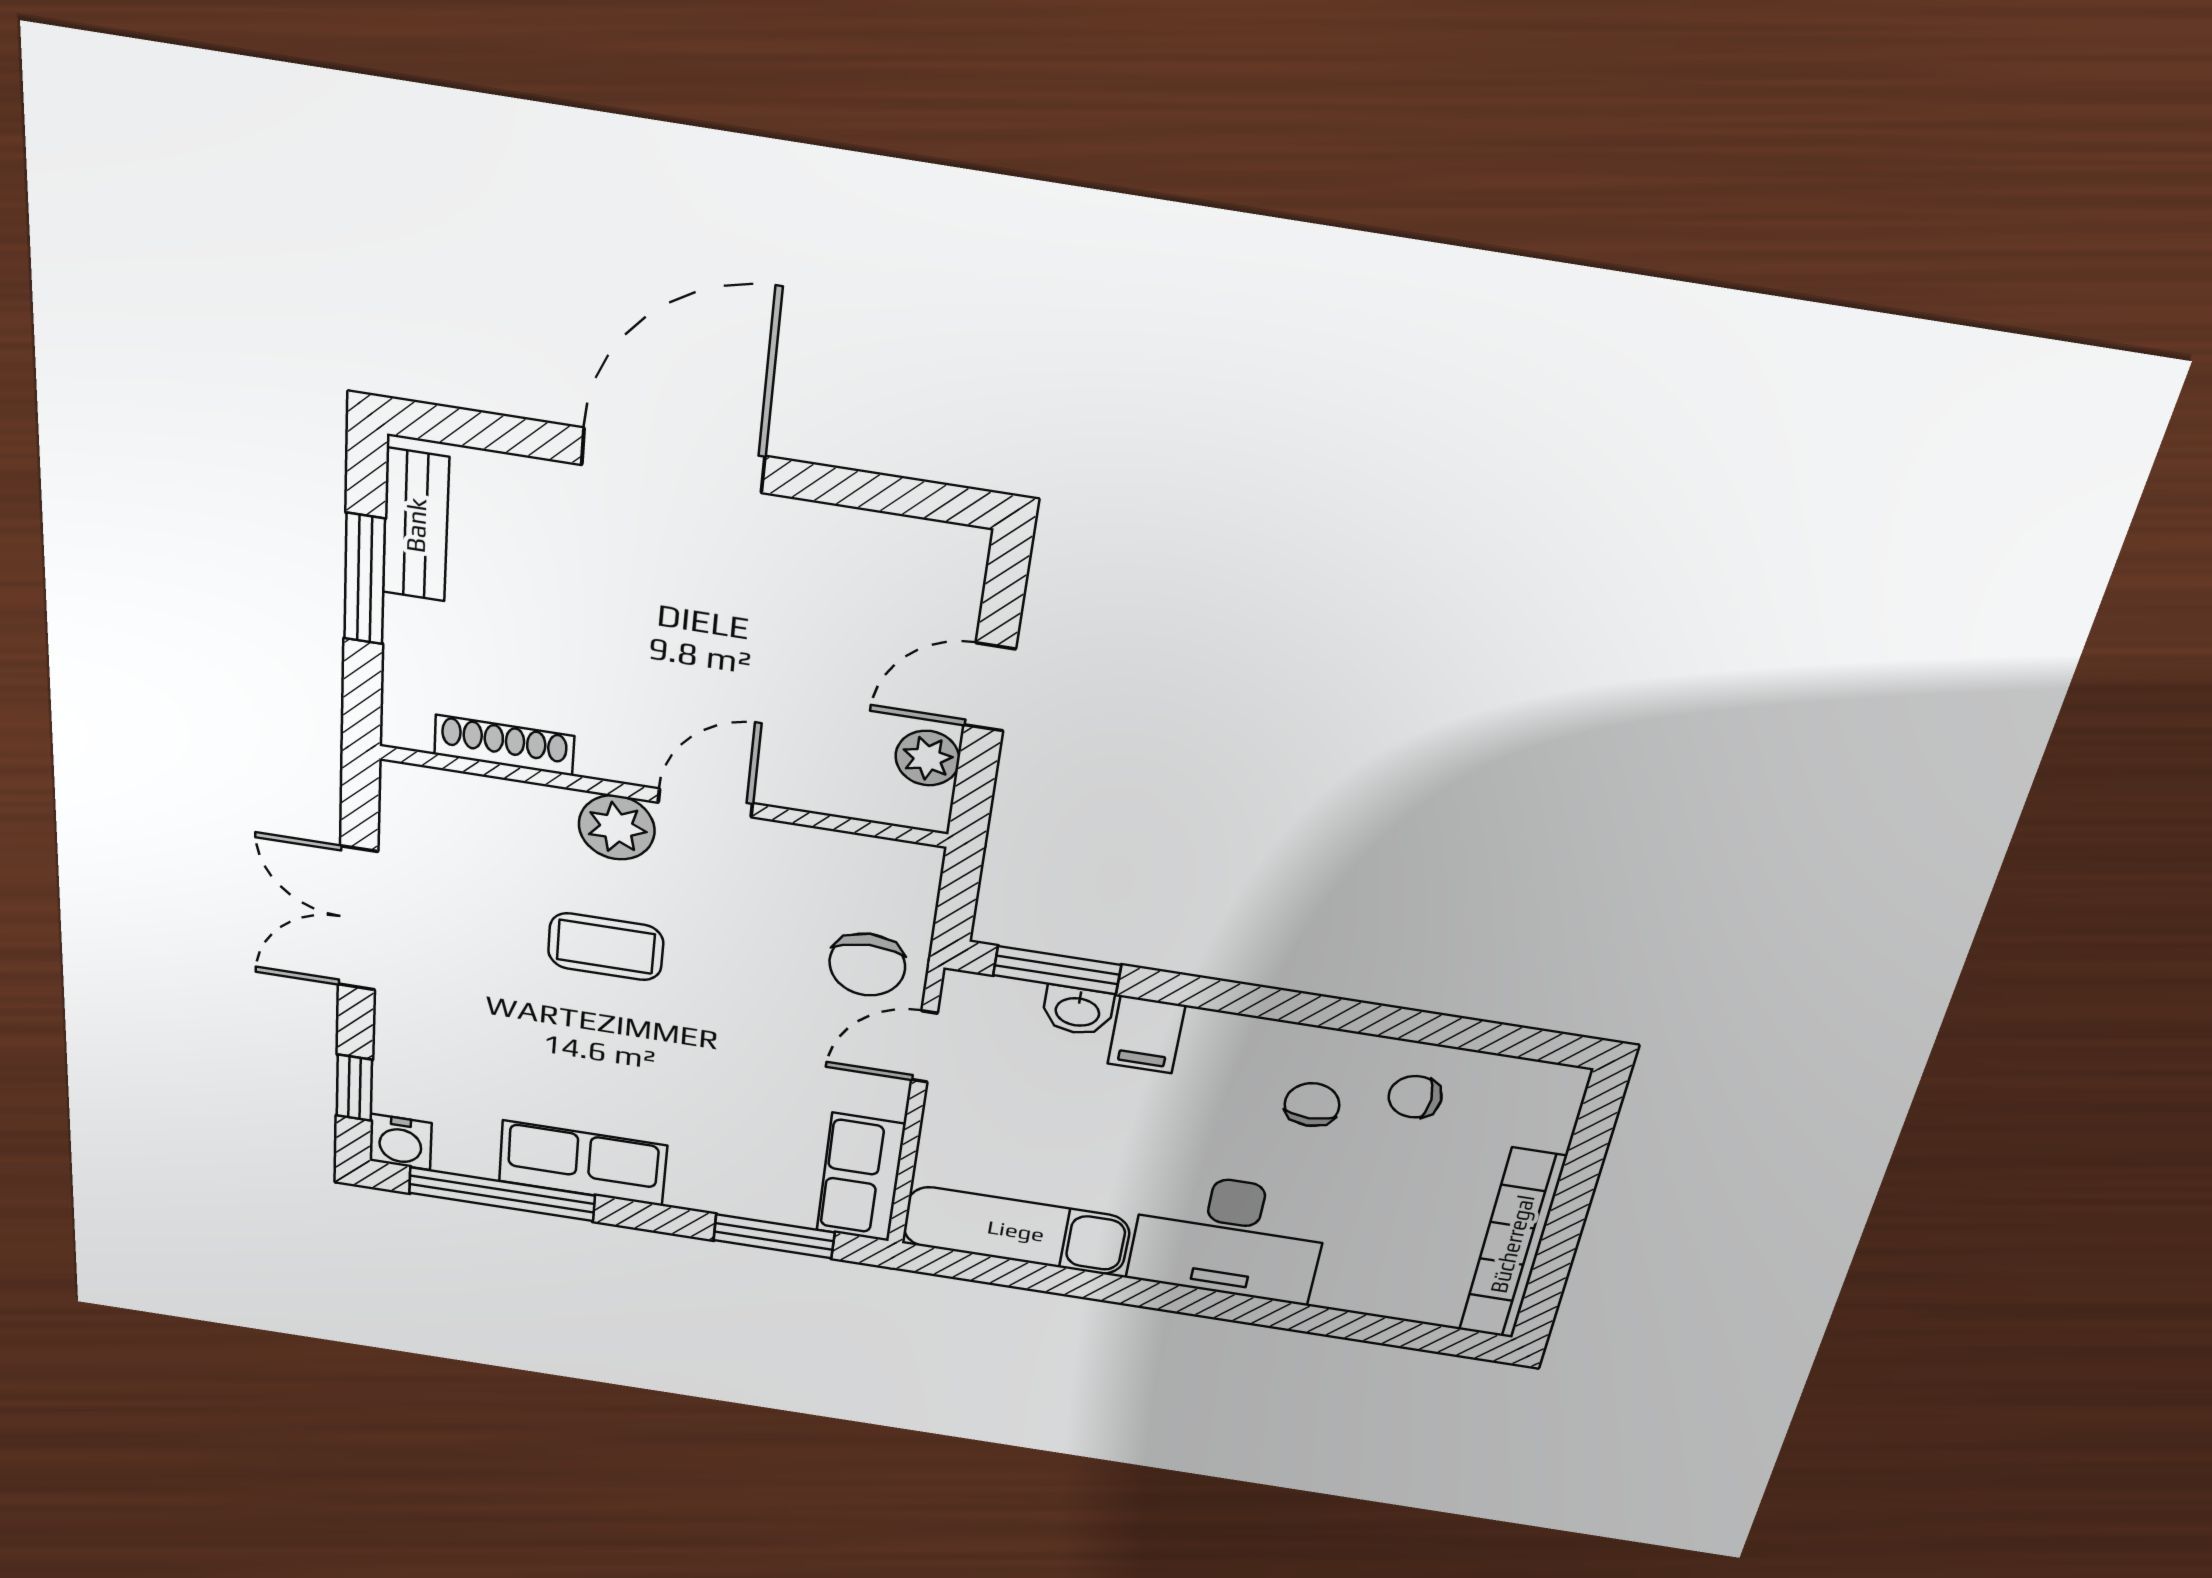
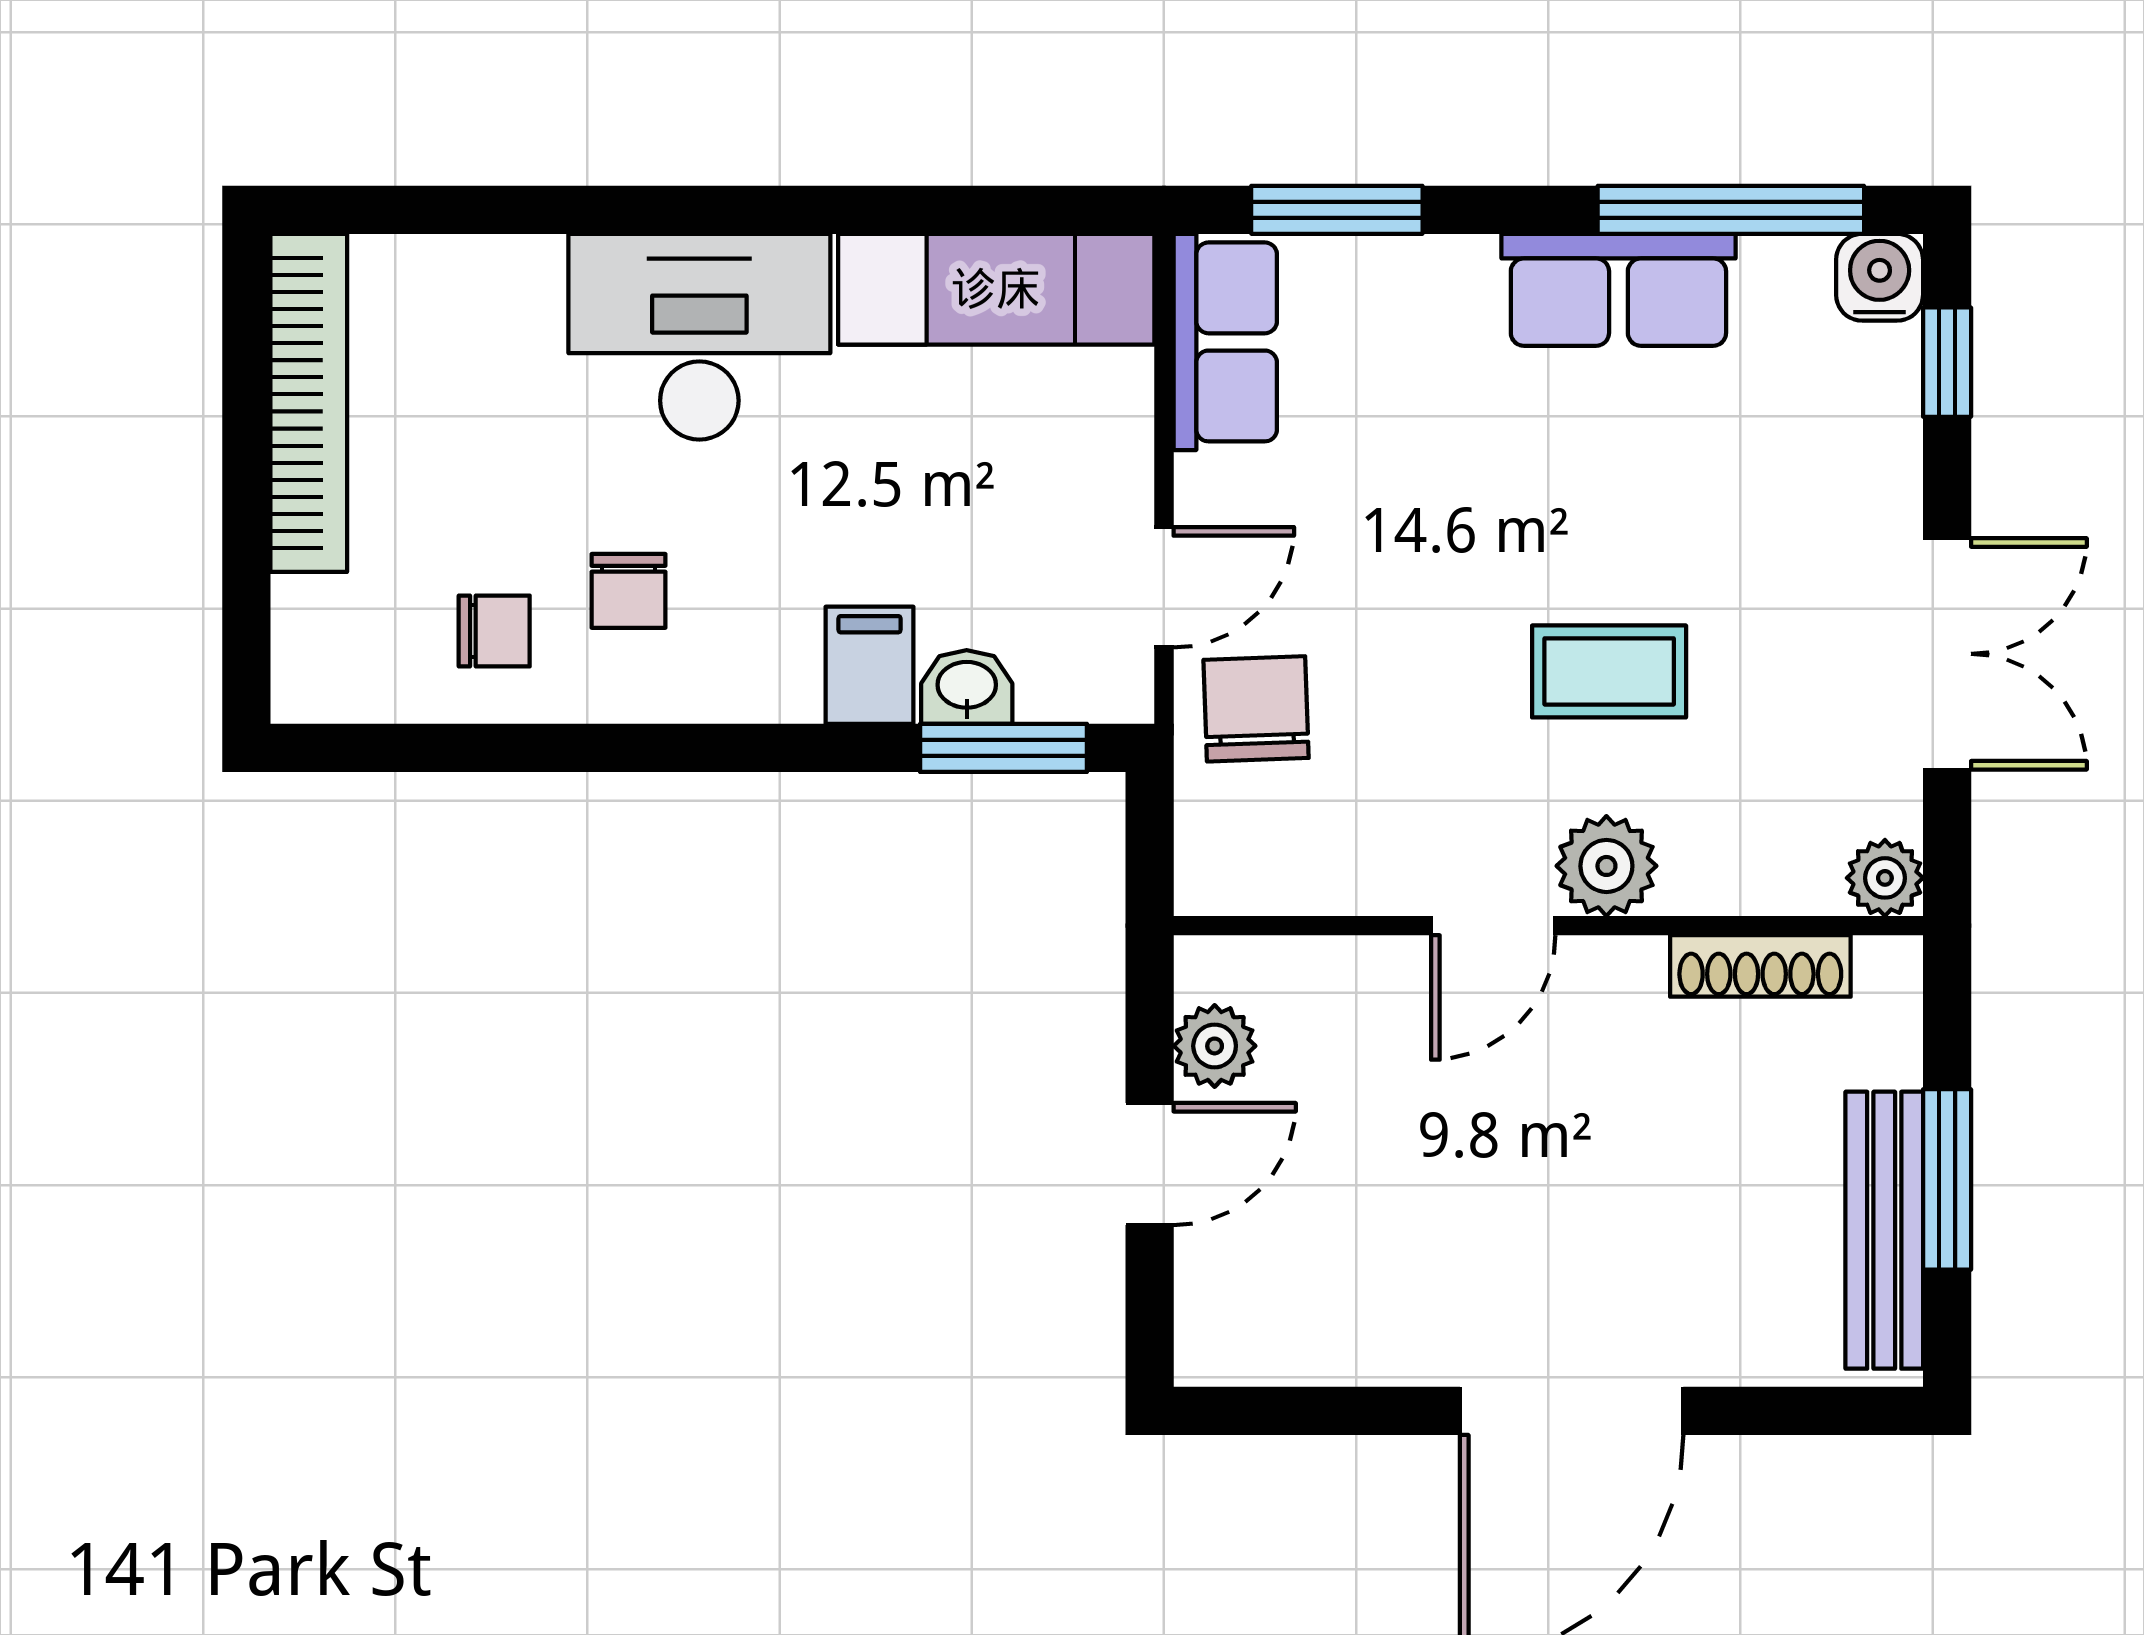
bench: (416, 525) -> (1884, 1230), width x1.36
plant: (407, 787) -> (1885, 878), added

